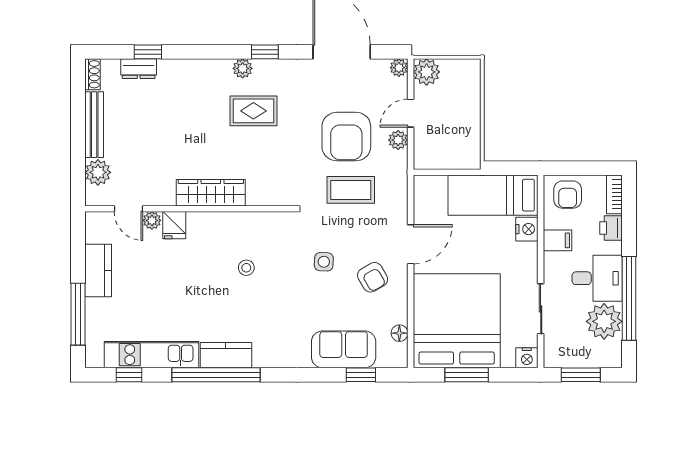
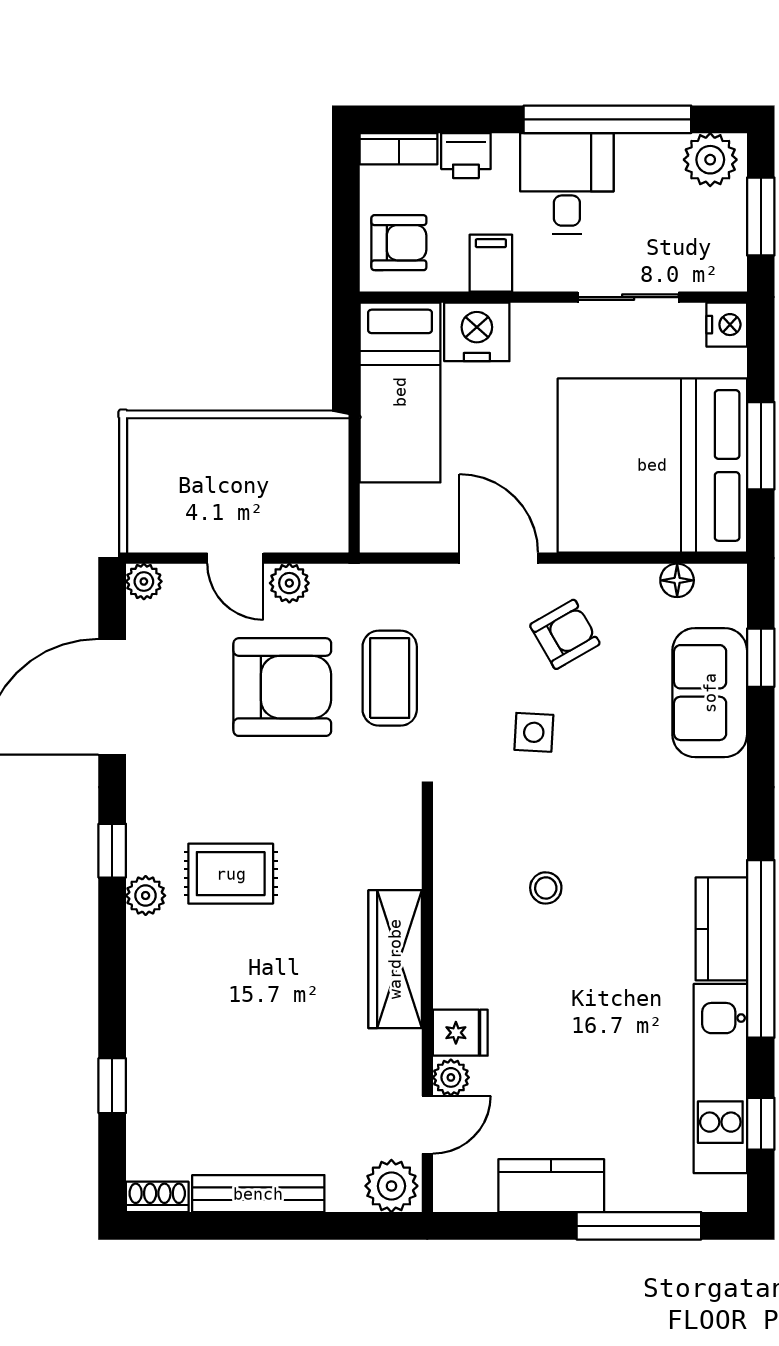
dresser: (139, 69) -> (146, 1104), removed
plant: (427, 72) -> (153, 526), removed
rug: (253, 111) -> (231, 874), turned 90
plant: (98, 172) -> (391, 1186), moved
nightstand: (527, 229) -> (477, 332), width x1.36, depth x1.33
plant: (604, 321) -> (710, 160), moved, width x0.73, depth x0.73

